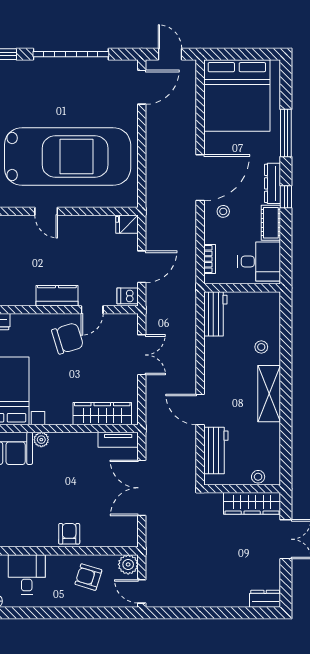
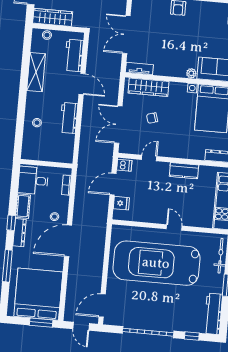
window: (229, 54) -> (41, 323), added
fridge: (127, 224) -> (121, 203), moved
kitchen counter: (57, 296) -> (184, 171), moved
workbench: (215, 314) -> (69, 118), moved
chair: (68, 338) -> (152, 118), moved, width x0.54, depth x0.54
double door: (142, 355) -> (118, 125), width x1.37
shelving: (269, 394) -> (36, 72), moved
double door: (142, 488) -> (126, 35), swing flipped

